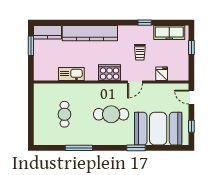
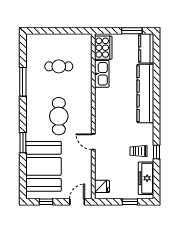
trolley: (140, 52) -> (139, 151), moved
cooker: (110, 73) -> (103, 48), moved
fridge: (162, 74) -> (102, 186), moved

